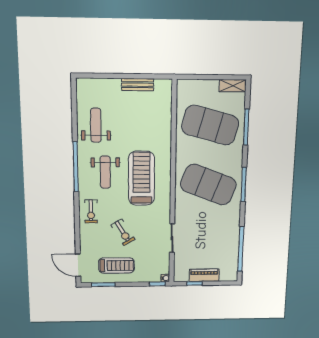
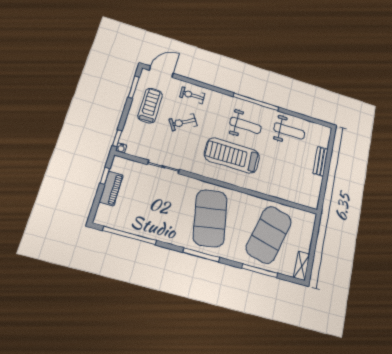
bench: (138, 85) -> (320, 161), moved
weight bench: (105, 172) -> (245, 125), turned 180
treadmill: (141, 178) -> (232, 156), turned 180
exercise mat: (208, 185) -> (210, 218), turned -30
exercise bike: (91, 211) -> (192, 95), moved
treadmill: (116, 265) -> (150, 106), turned 180

